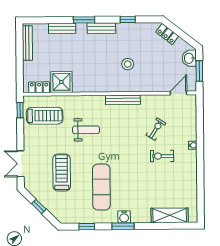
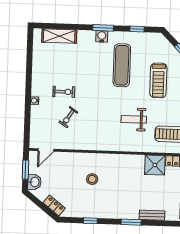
bench: (101, 28) -> (115, 214), removed
bench: (123, 100) -> (98, 146), removed

